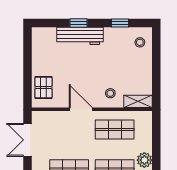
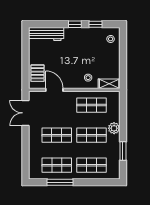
window: (78, 23) -> (75, 24), moved
workbench: (80, 36) -> (46, 34), moved
door: (81, 109) -> (54, 90), moved

